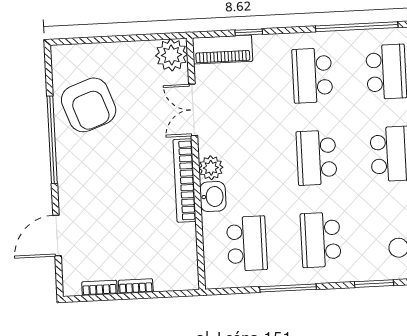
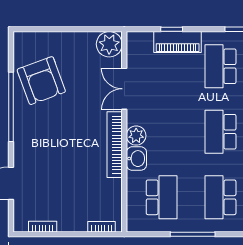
piano: (222, 50) -> (178, 42), moved
bookcase: (136, 286) -> (102, 227), moved

